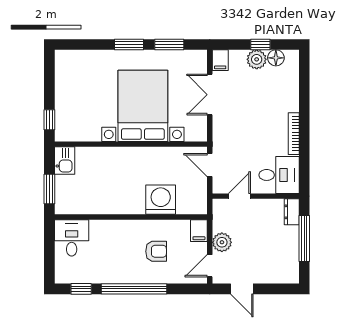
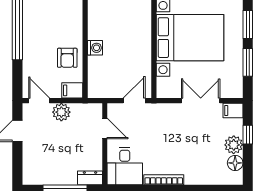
window: (260, 44) -> (248, 135), moved
washing machine: (161, 200) -> (95, 48), width x0.53, depth x0.53
armchair: (156, 251) -> (67, 58), moved

